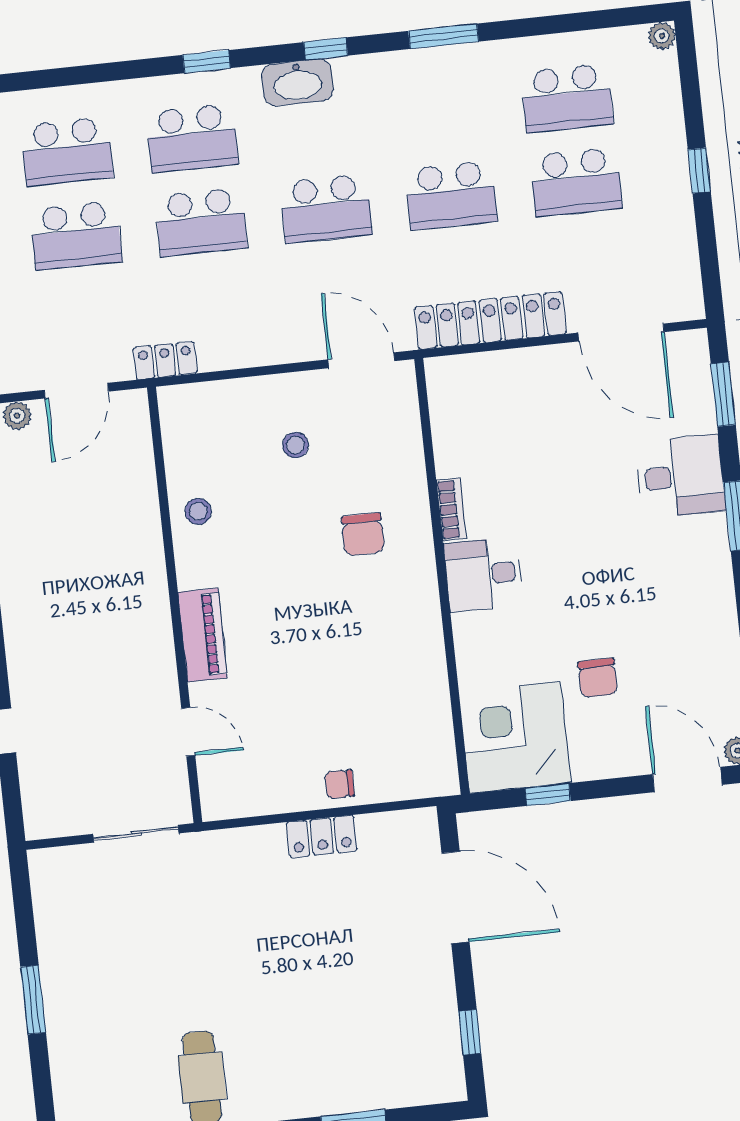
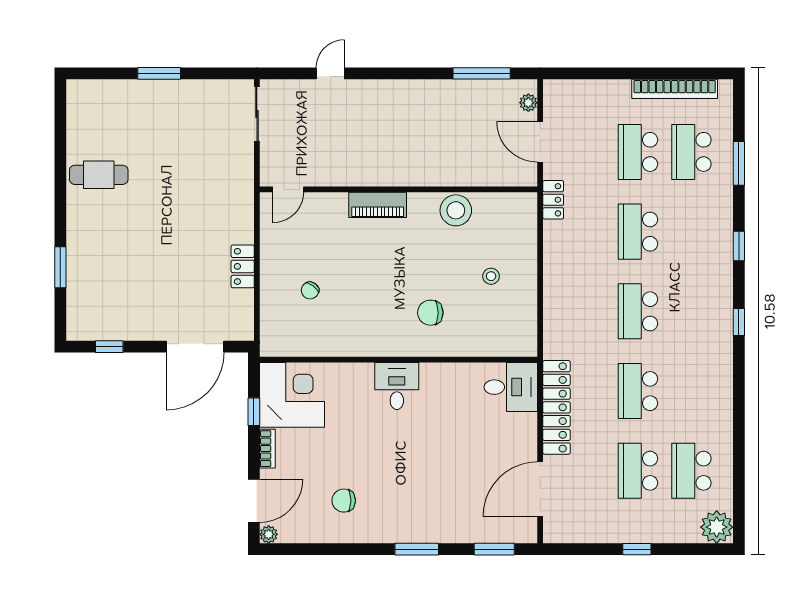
window: (444, 36) -> (739, 163), moved
plant: (662, 36) -> (717, 527), width x1.88, depth x1.88
washbasin: (298, 82) -> (720, 302), removed
school desk: (192, 138) -> (691, 232), removed
door: (361, 360) -> (540, 323), removed
desk: (681, 476) -> (511, 387), moved, turned -90
bookcase: (452, 509) -> (267, 449), moved, turned -90
stool: (198, 511) -> (456, 210), width x1.89, depth x1.89
chair: (598, 678) -> (344, 501), moved
door: (188, 732) -> (288, 189), moved
chair: (340, 784) -> (310, 290), moved, turned -143
sliding door: (136, 834) -> (257, 114), moved

